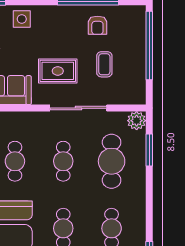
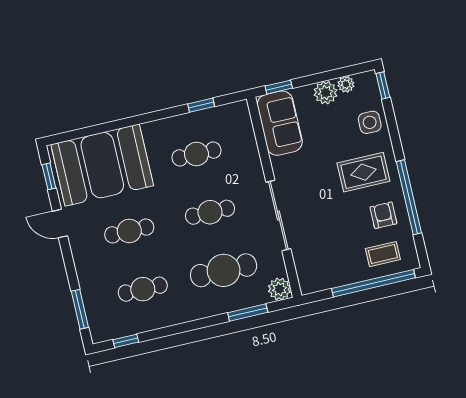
armchair: (97, 25) -> (383, 215), turned 90
coffee table: (104, 64) -> (383, 254), moved
rug: (58, 71) -> (363, 172), moved, turned 90

